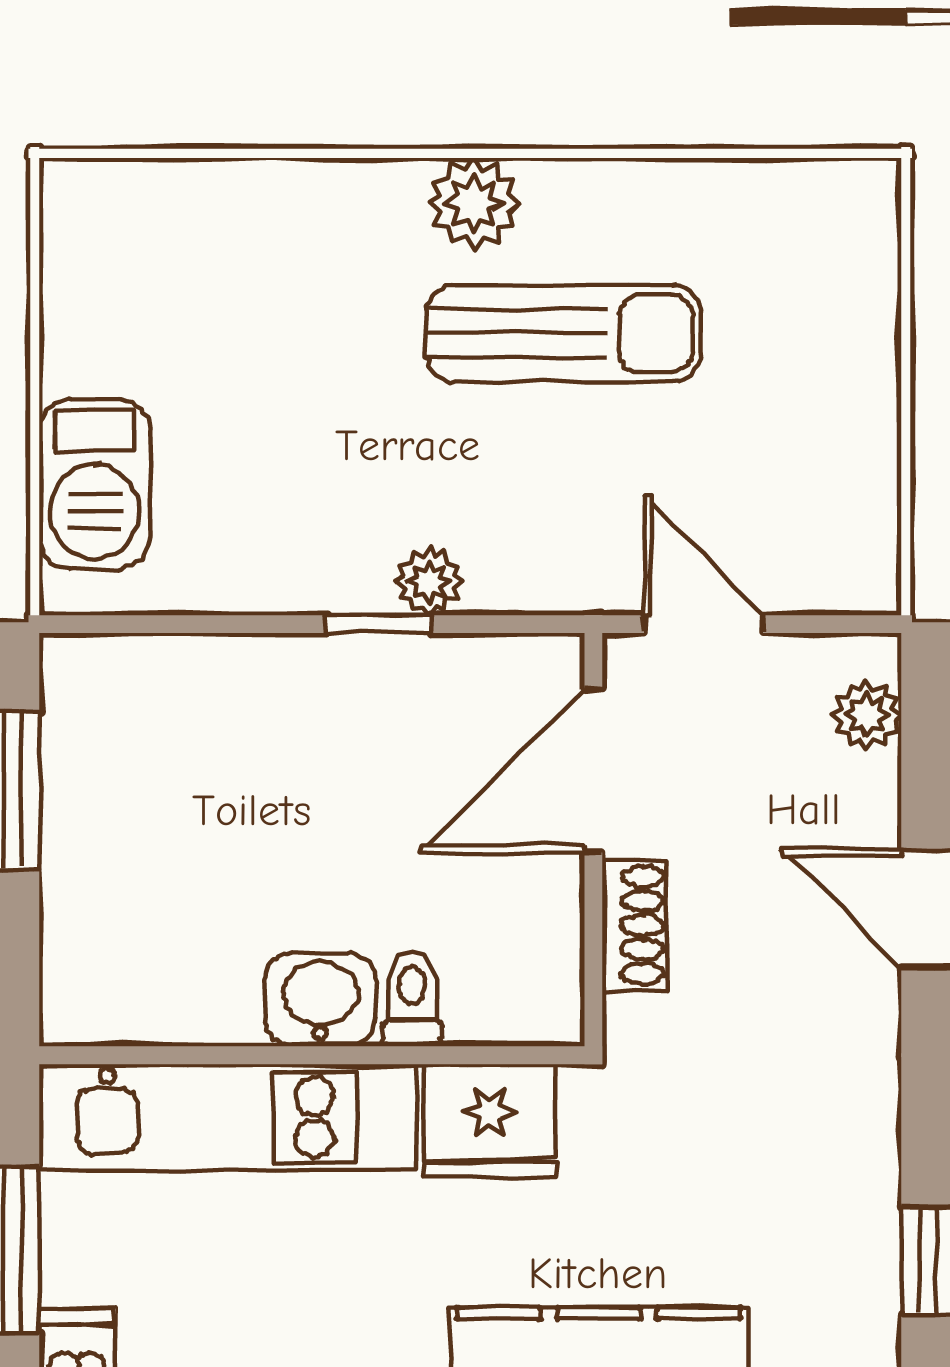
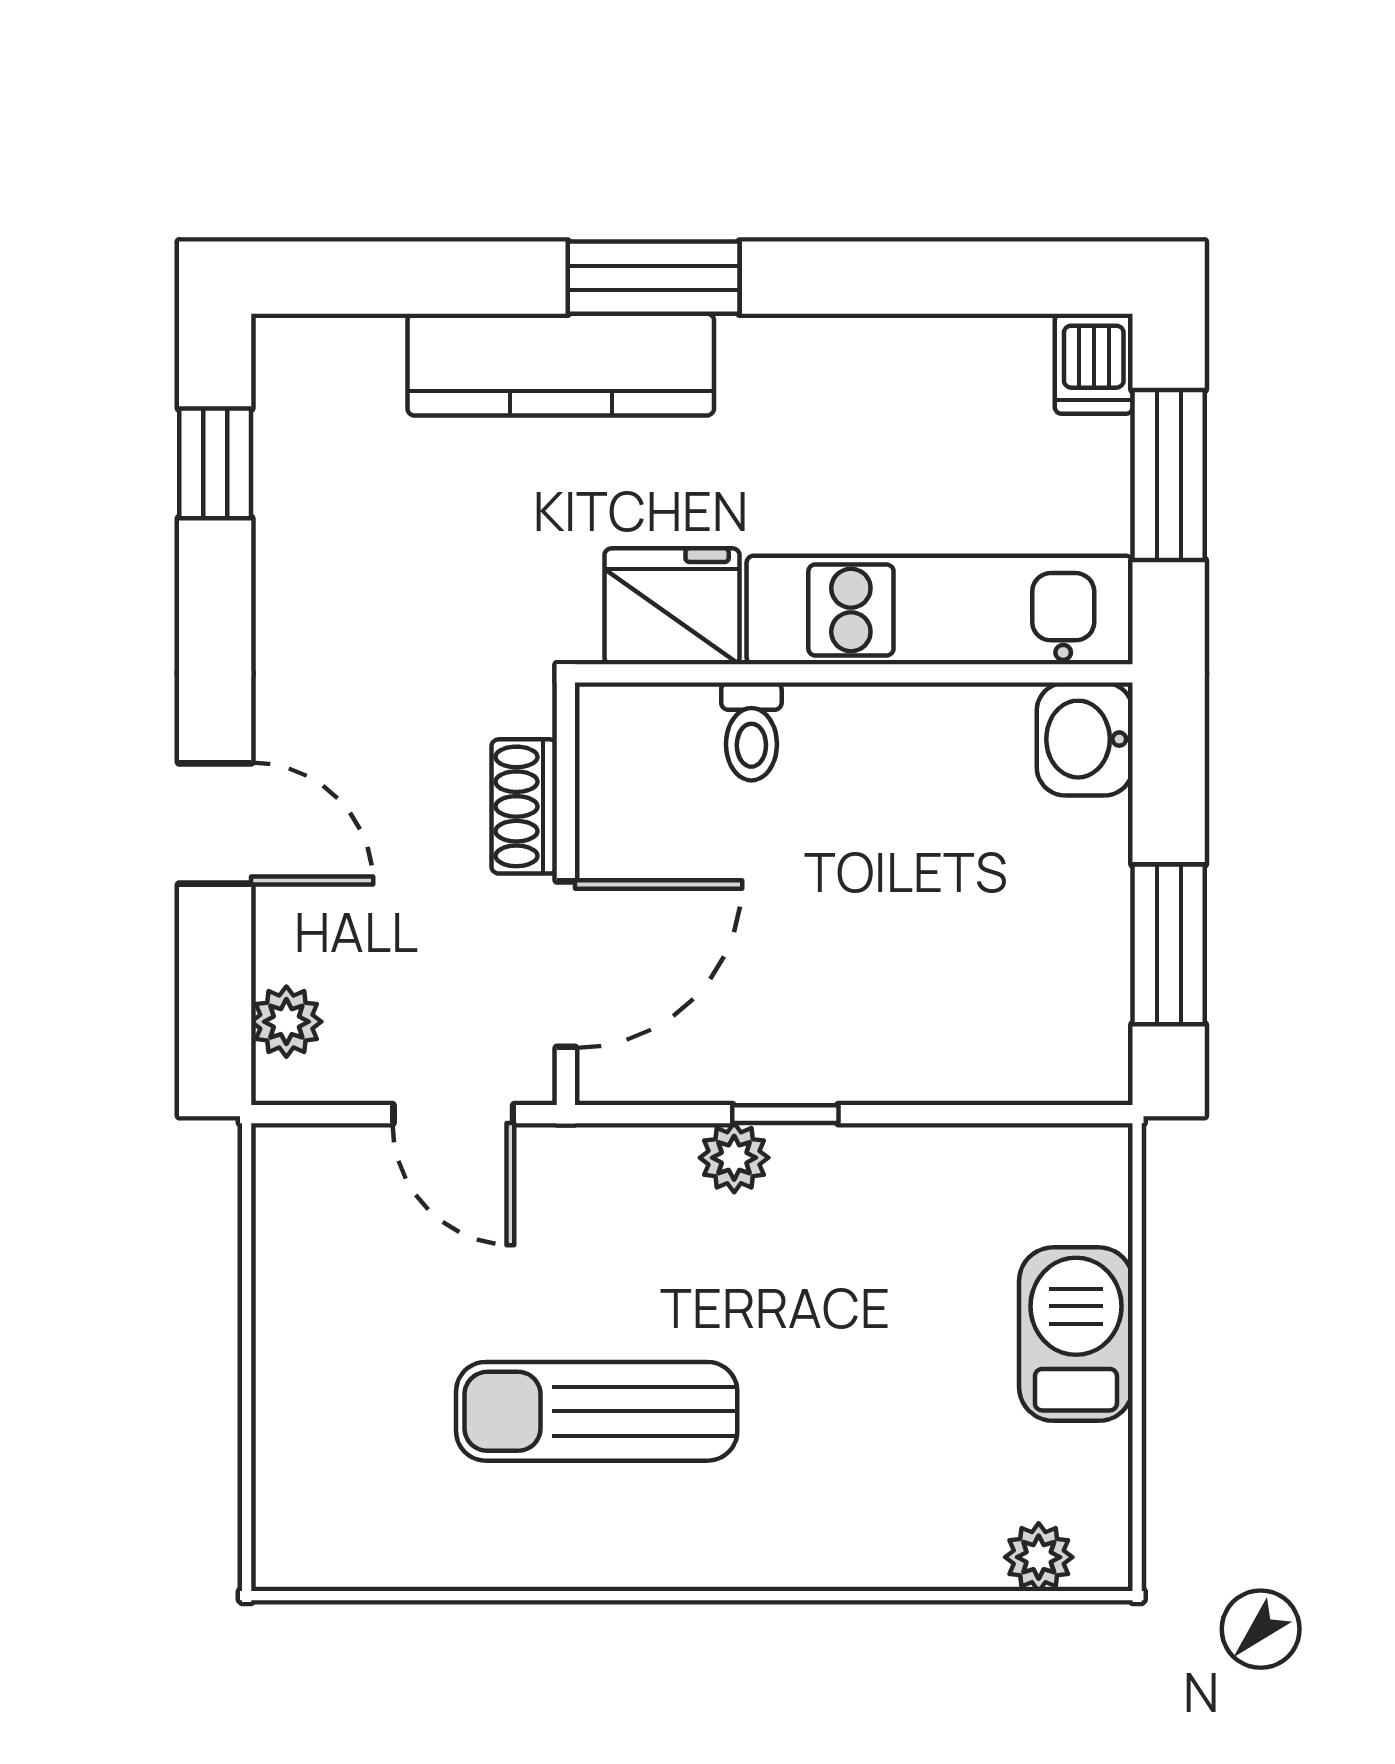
plant: (474, 203) -> (1039, 1557), moved, width x0.73, depth x0.73
barbecue: (95, 484) -> (1076, 1334), moved
washbasin: (320, 1000) -> (1085, 739), moved, turned 90

